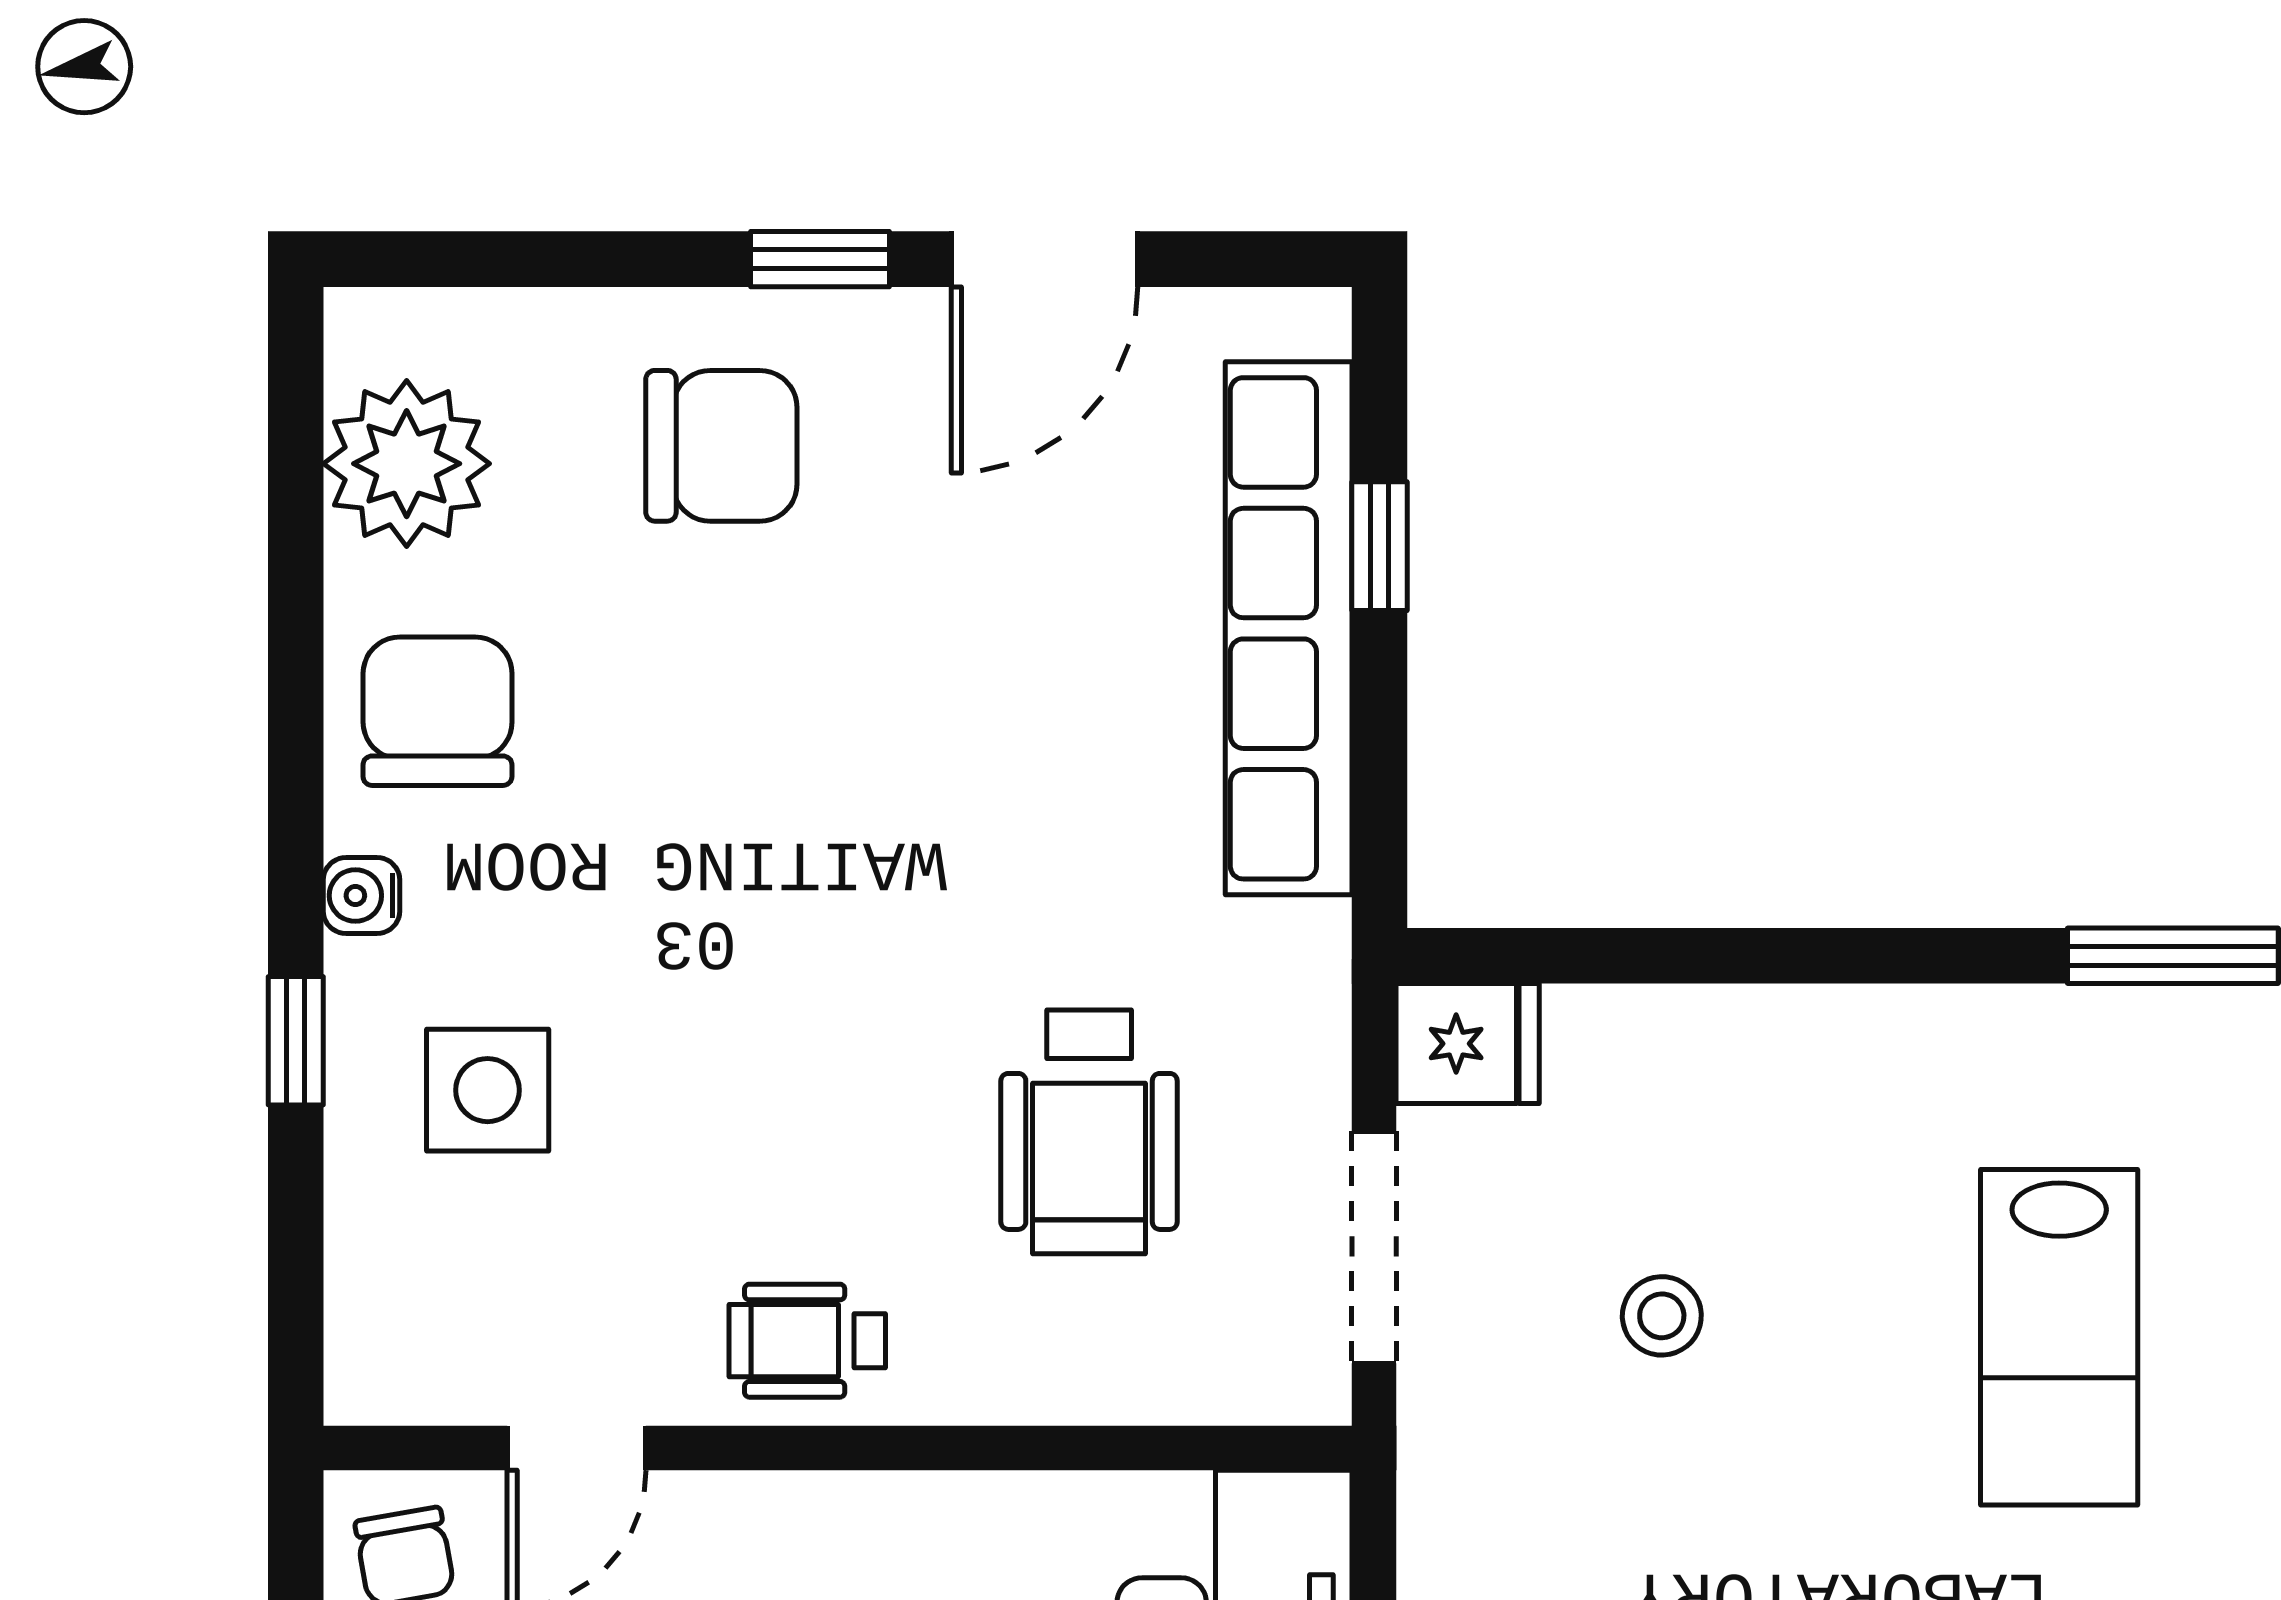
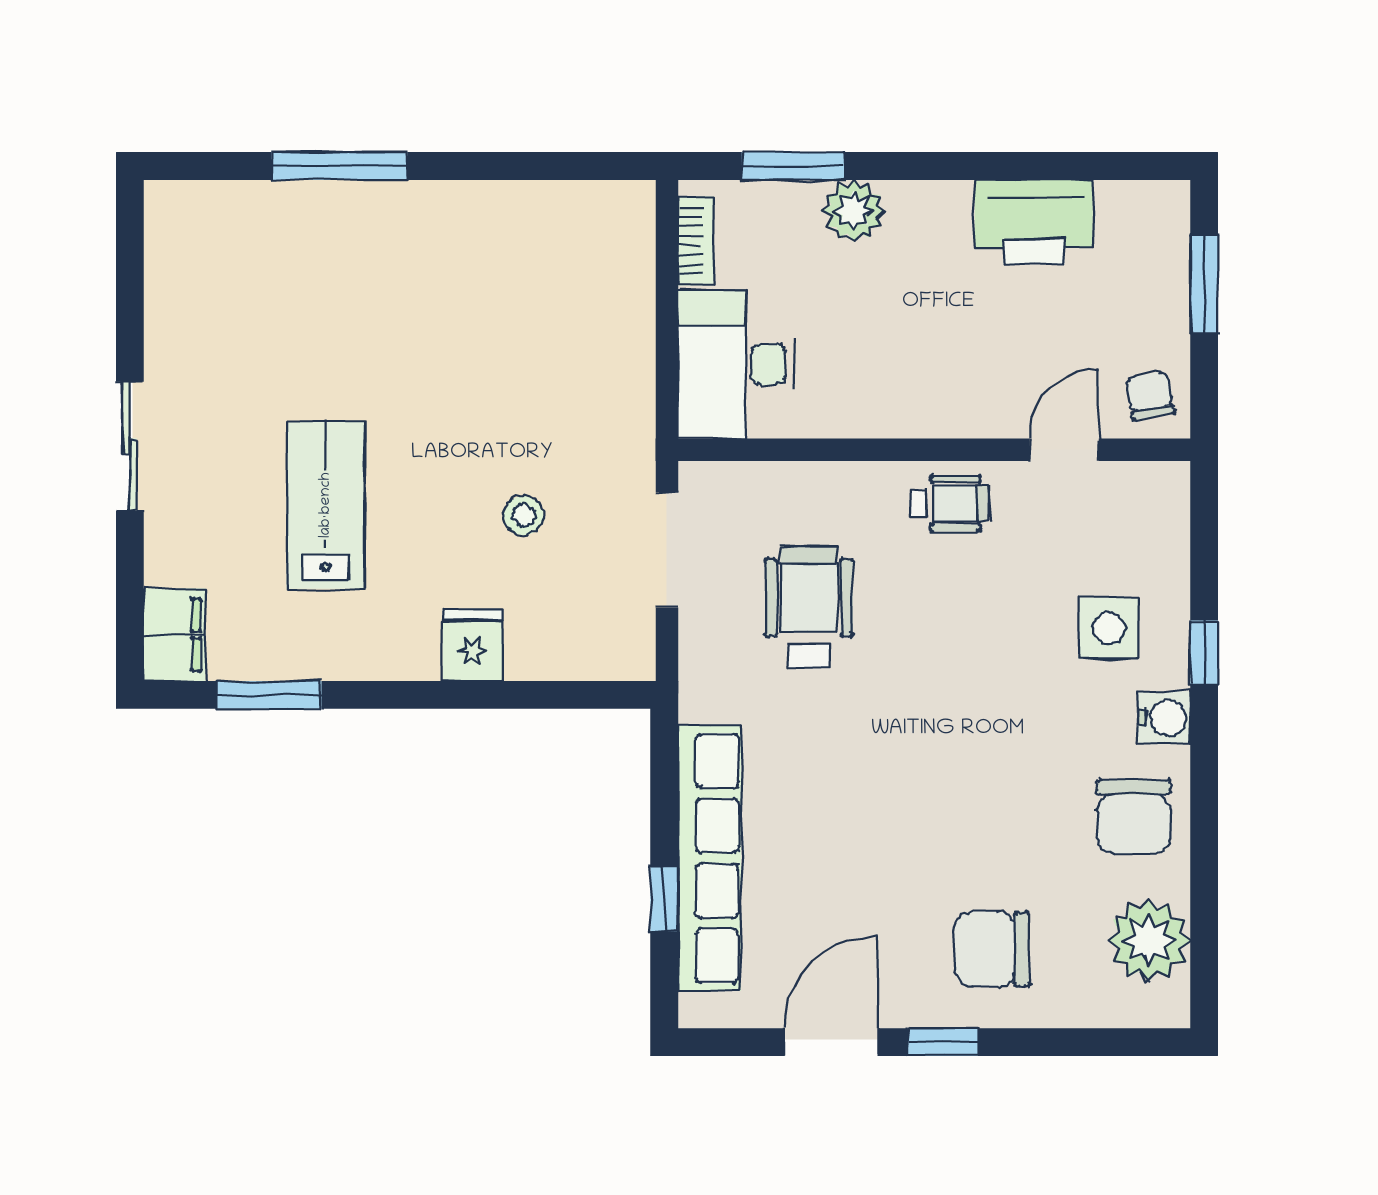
water cooler: (362, 896) -> (1164, 718), width x1.38, depth x1.38
fridge: (1468, 1044) -> (472, 646), moved, turned 90

